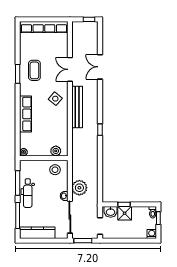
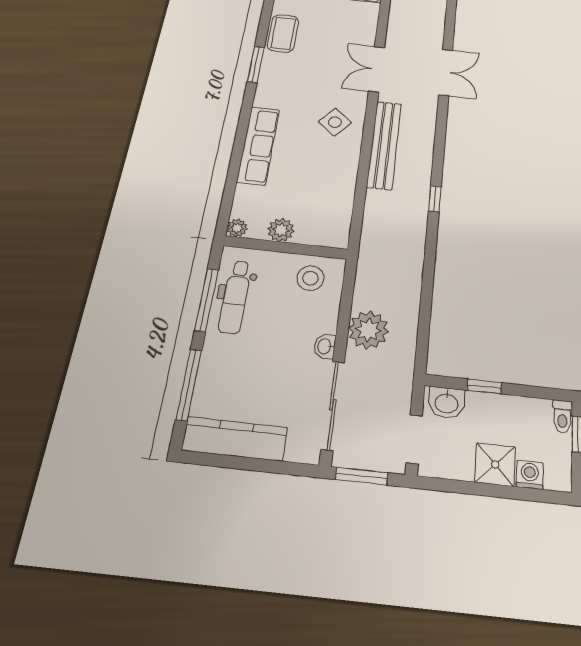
double door: (100, 67) -> (446, 72), swing flipped
coffee table: (34, 70) -> (283, 33), moved
plant: (56, 151) -> (281, 230), moved
dental chair: (28, 193) -> (235, 297), moved
shower: (125, 213) -> (495, 464), moved
washing machine: (152, 234) -> (530, 475), moved

